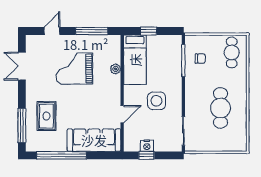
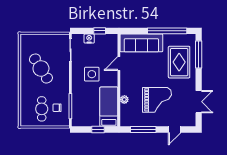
cafe table: (232, 53) -> (42, 109), moved
cafe table: (221, 108) -> (41, 68), turned -32
rug: (46, 116) -> (179, 62), width x1.36, depth x1.43
nightstand: (147, 146) -> (89, 39), moved

